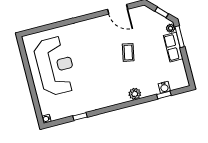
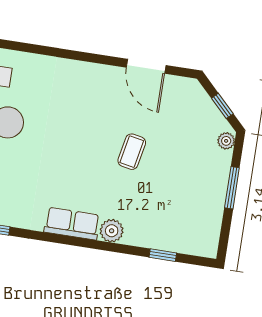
window: (180, 37) -> (232, 188), moved
row of seats: (173, 47) -> (72, 224), moved, turned 90
water cooler: (164, 87) -> (169, 242), removed

